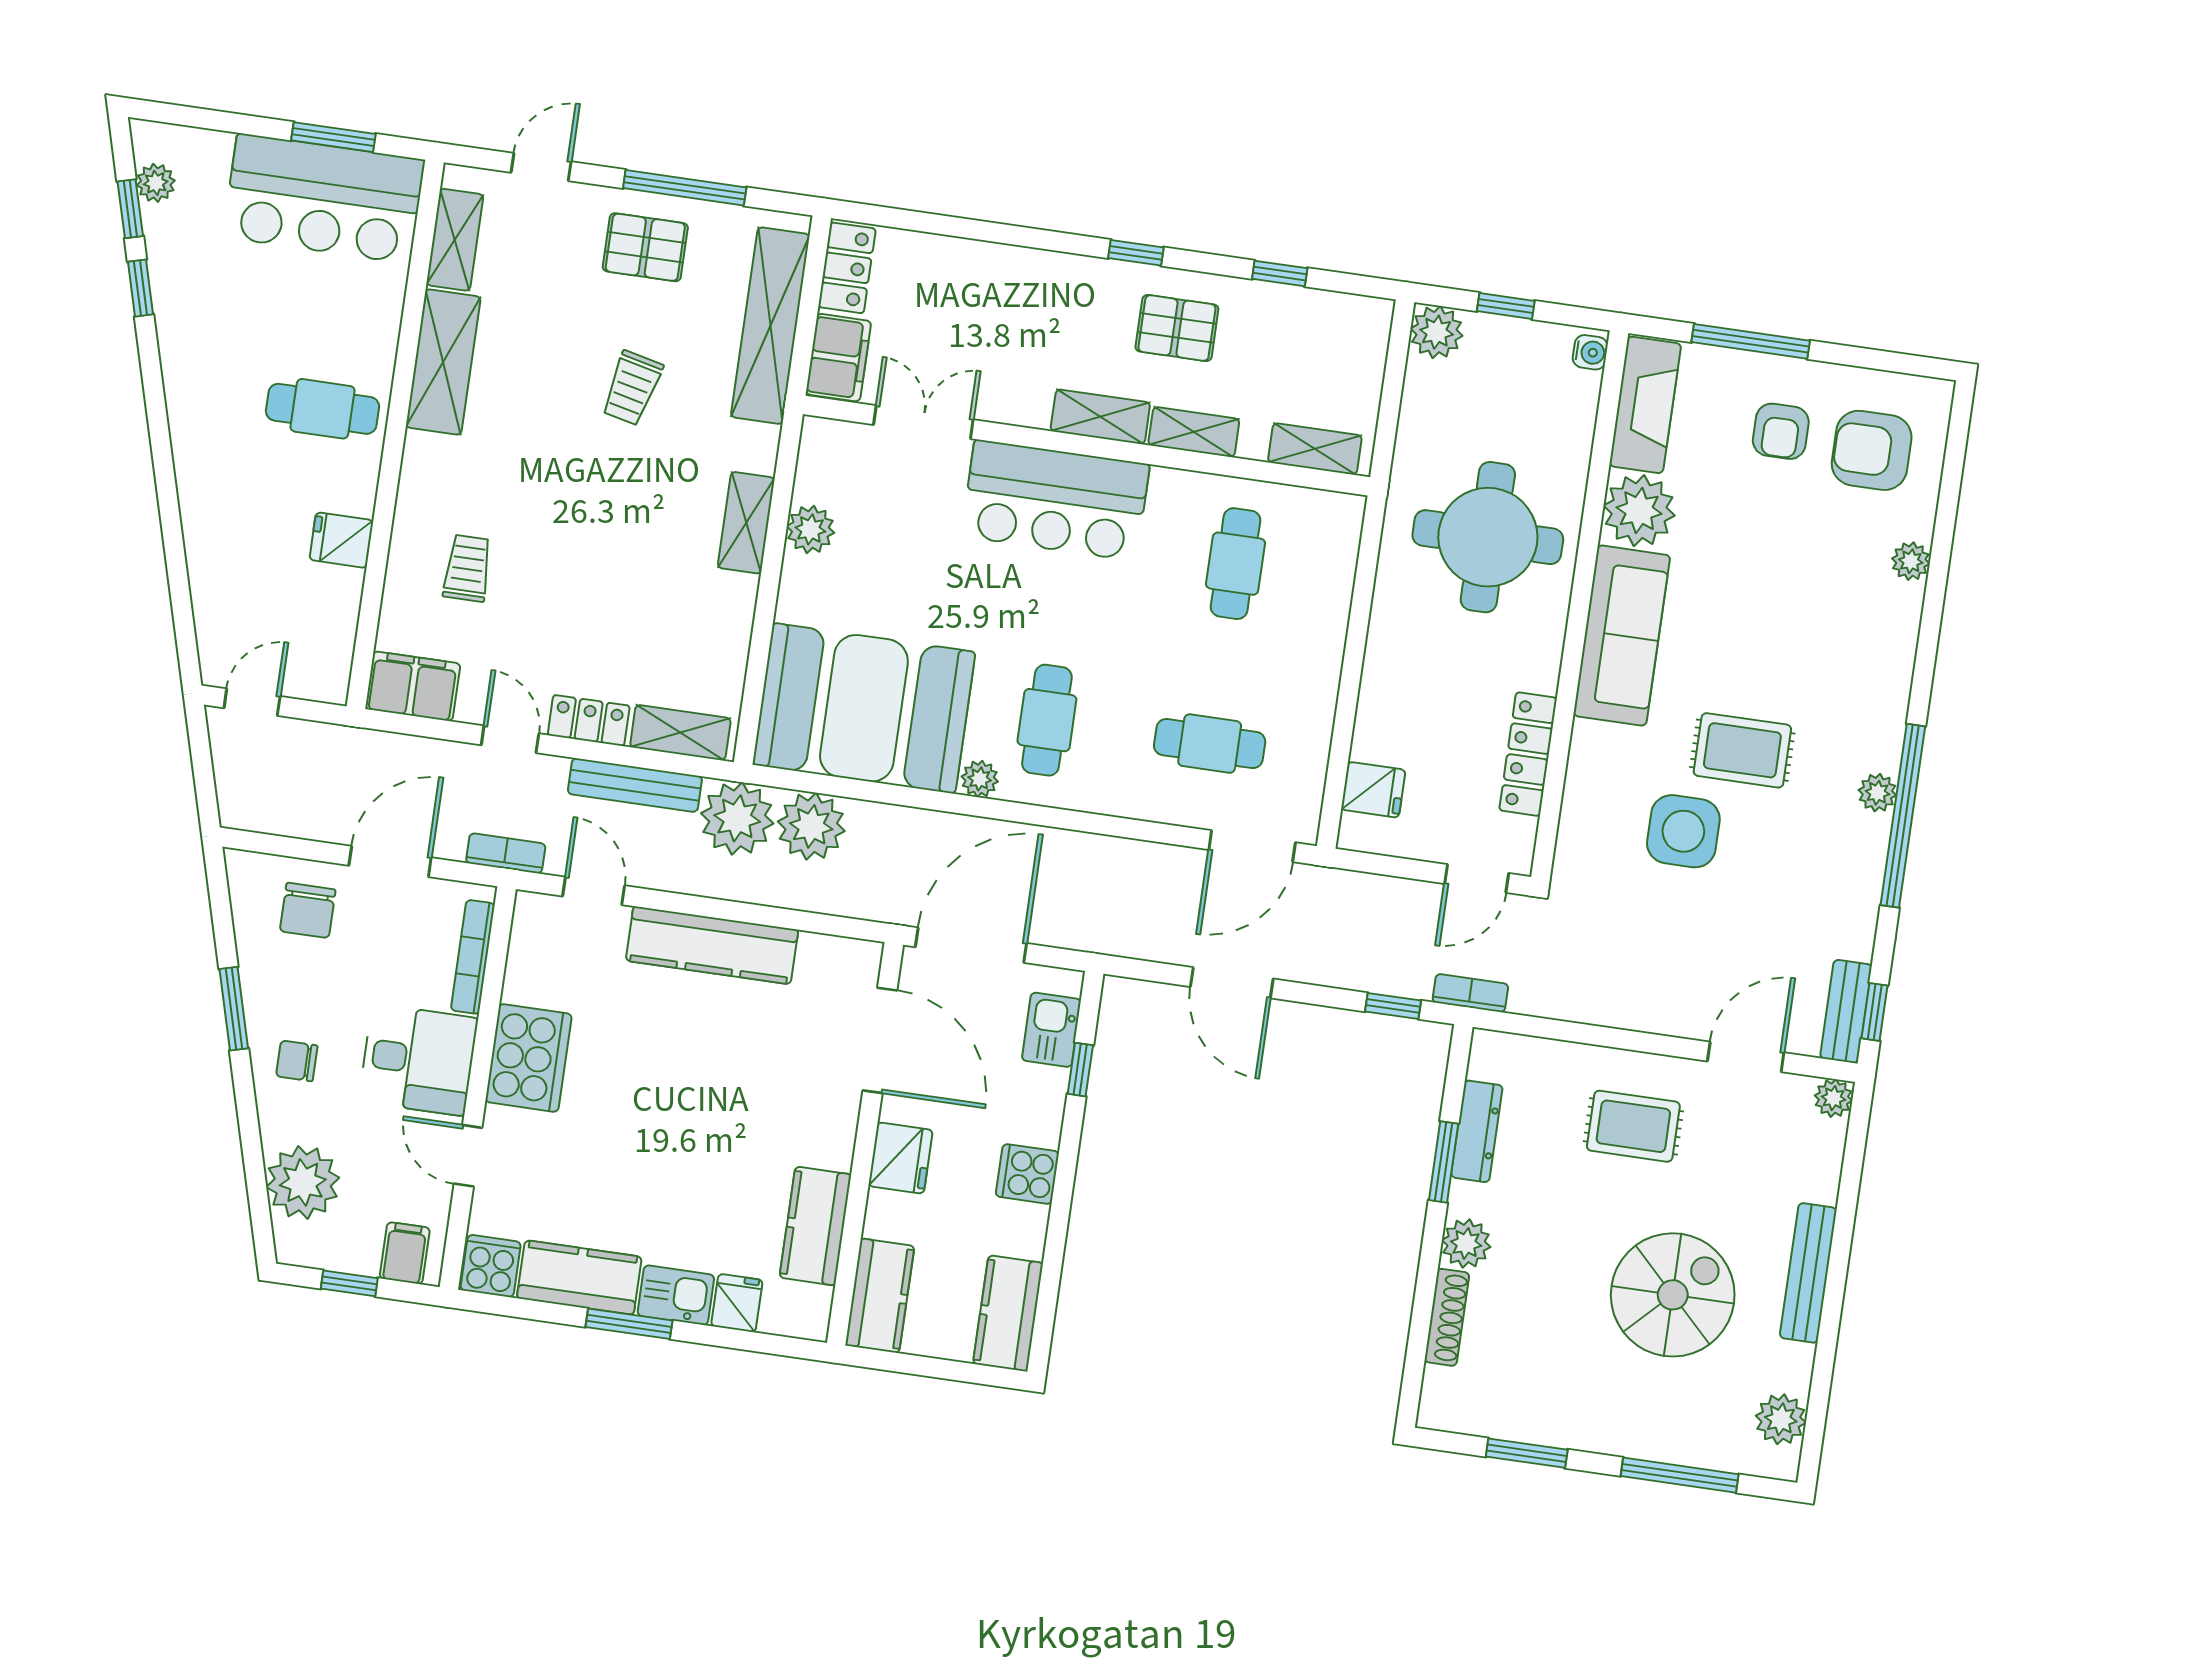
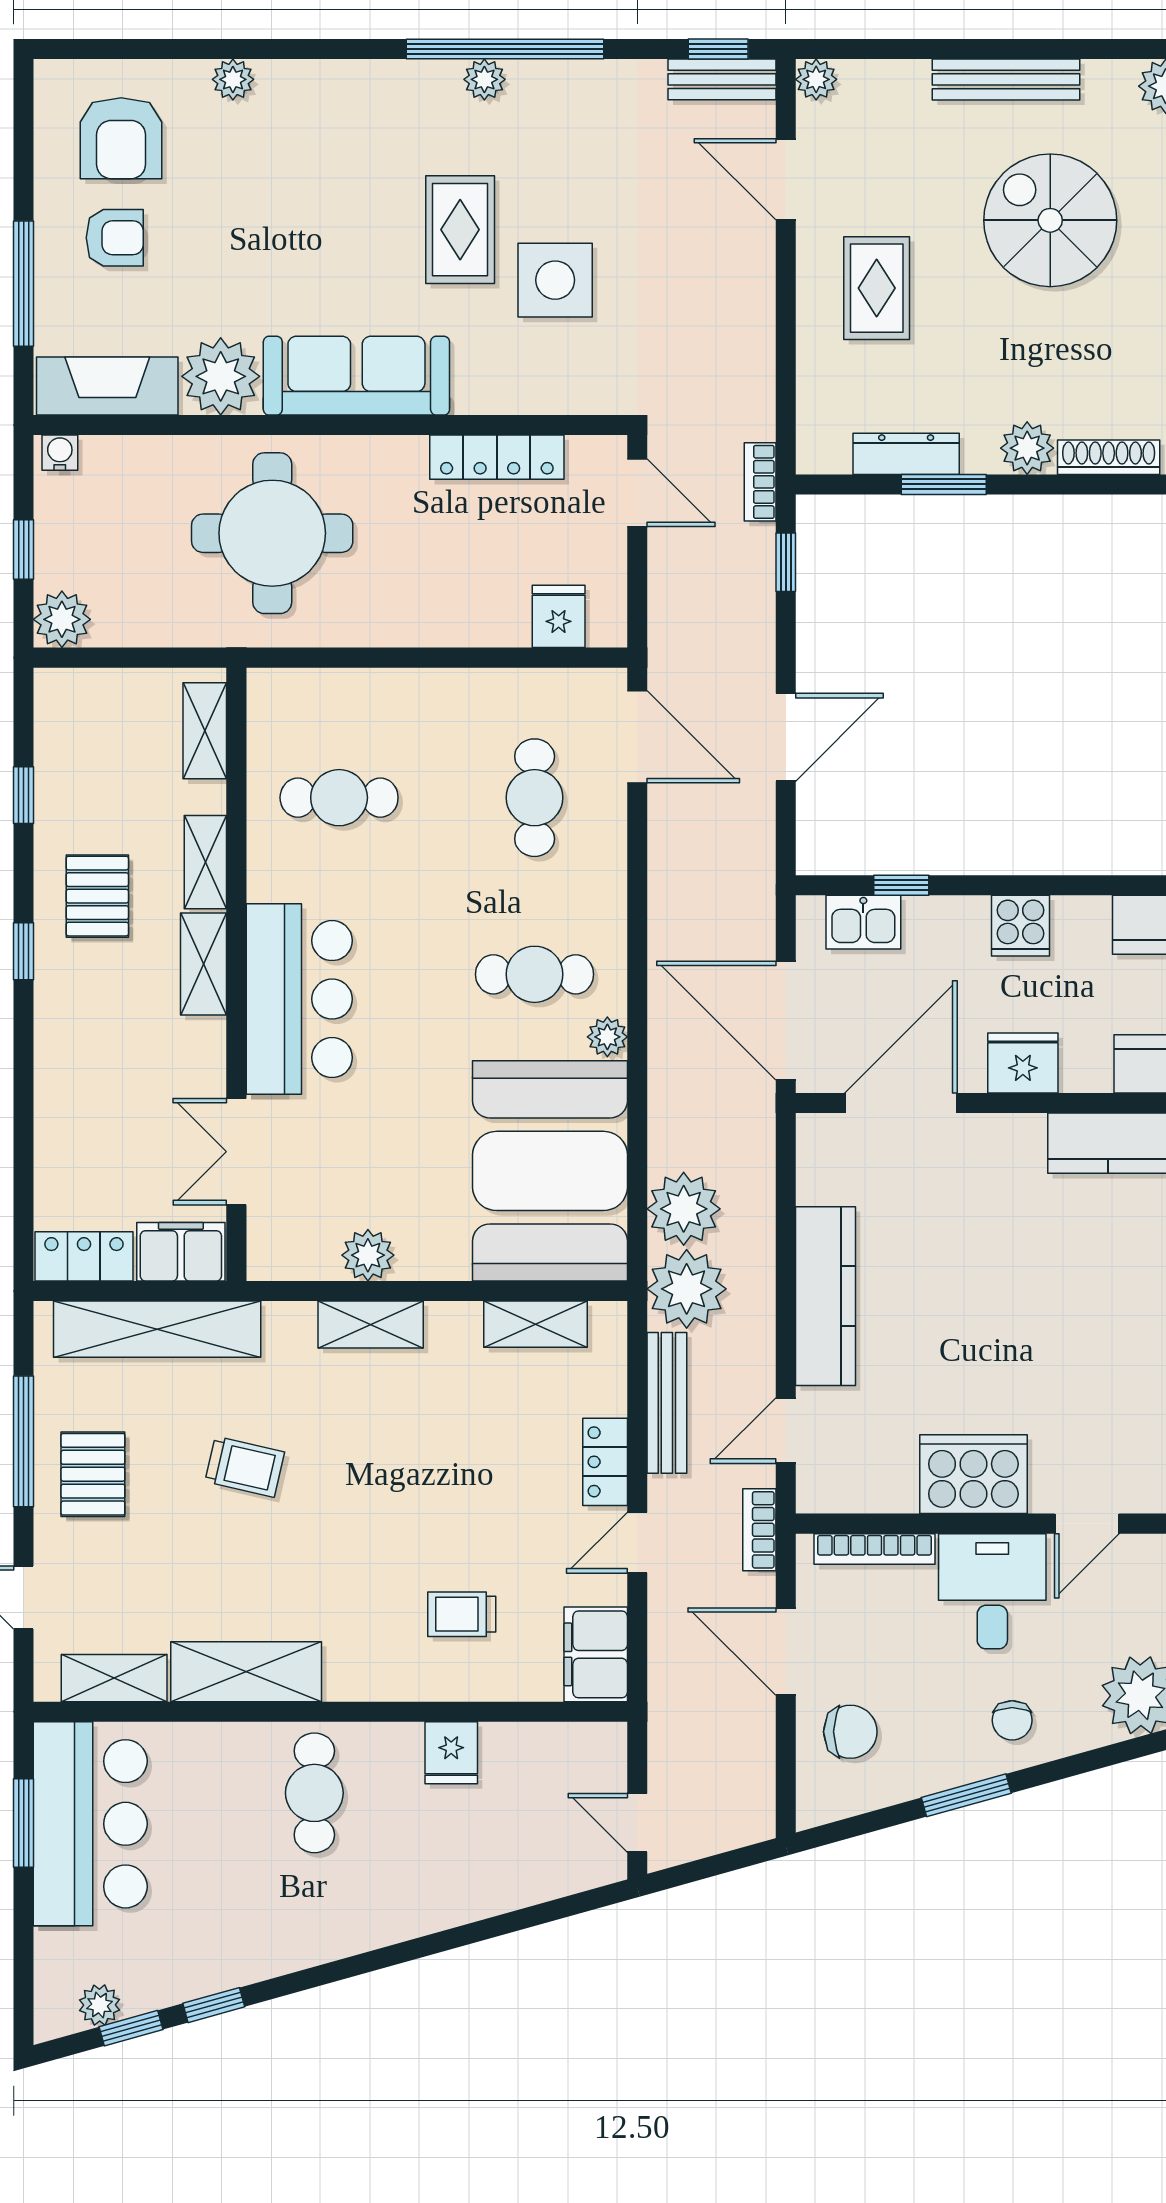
shelving: (680, 733) -> (536, 1324), moved, turned 90

